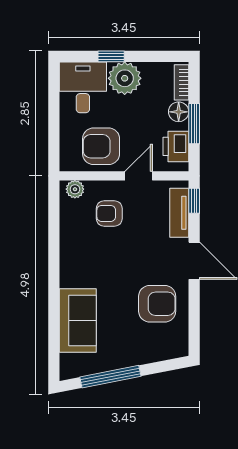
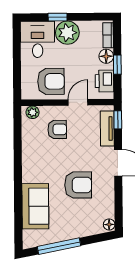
window: (194, 124) -> (117, 65), width x0.67
armchair: (101, 146) -> (51, 81), turned 180
armchair: (109, 213) -> (57, 129), turned 180
armchair: (157, 304) -> (78, 185), moved
floor lamp: (181, 347) -> (109, 225), added

